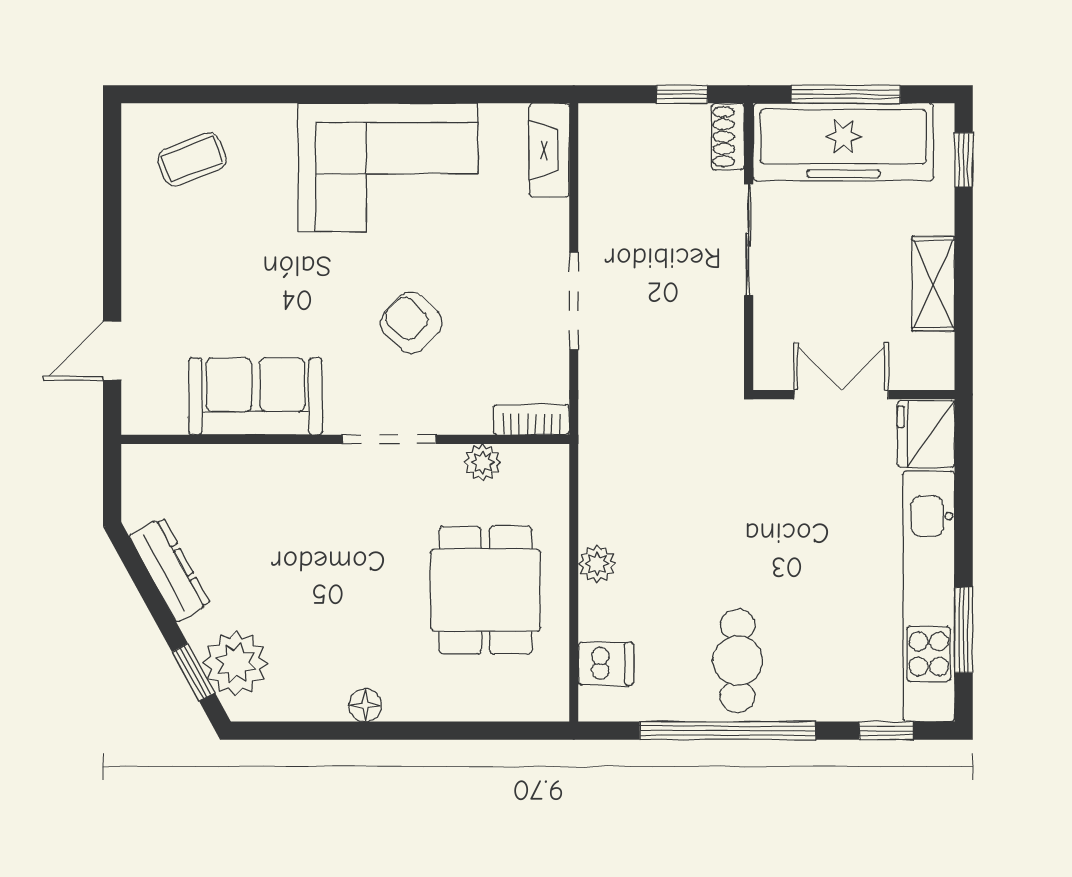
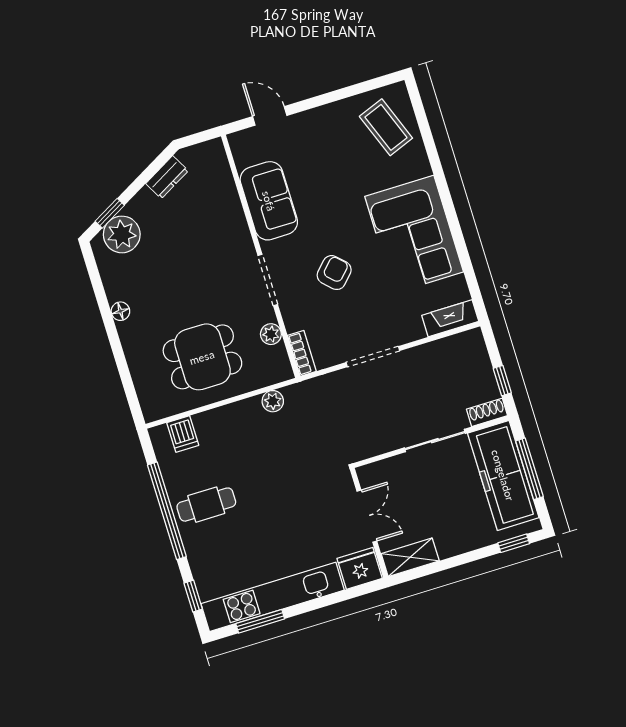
coffee table: (192, 159) -> (386, 127), width x1.36, depth x1.30
shelving: (933, 284) -> (410, 557), moved
plant: (597, 564) -> (273, 401), moved
dresser: (170, 570) -> (167, 177), width x0.70

